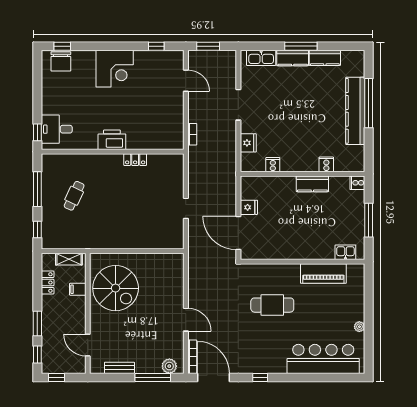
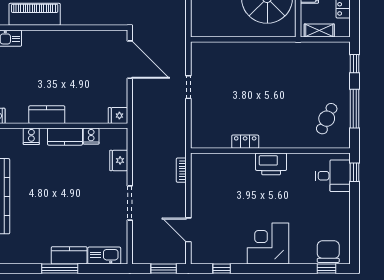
kitchen counter: (325, 58) -> (65, 137), moved, turned 180
cafe table: (74, 196) -> (327, 119), moved
fridge: (249, 207) -> (118, 116), moved

